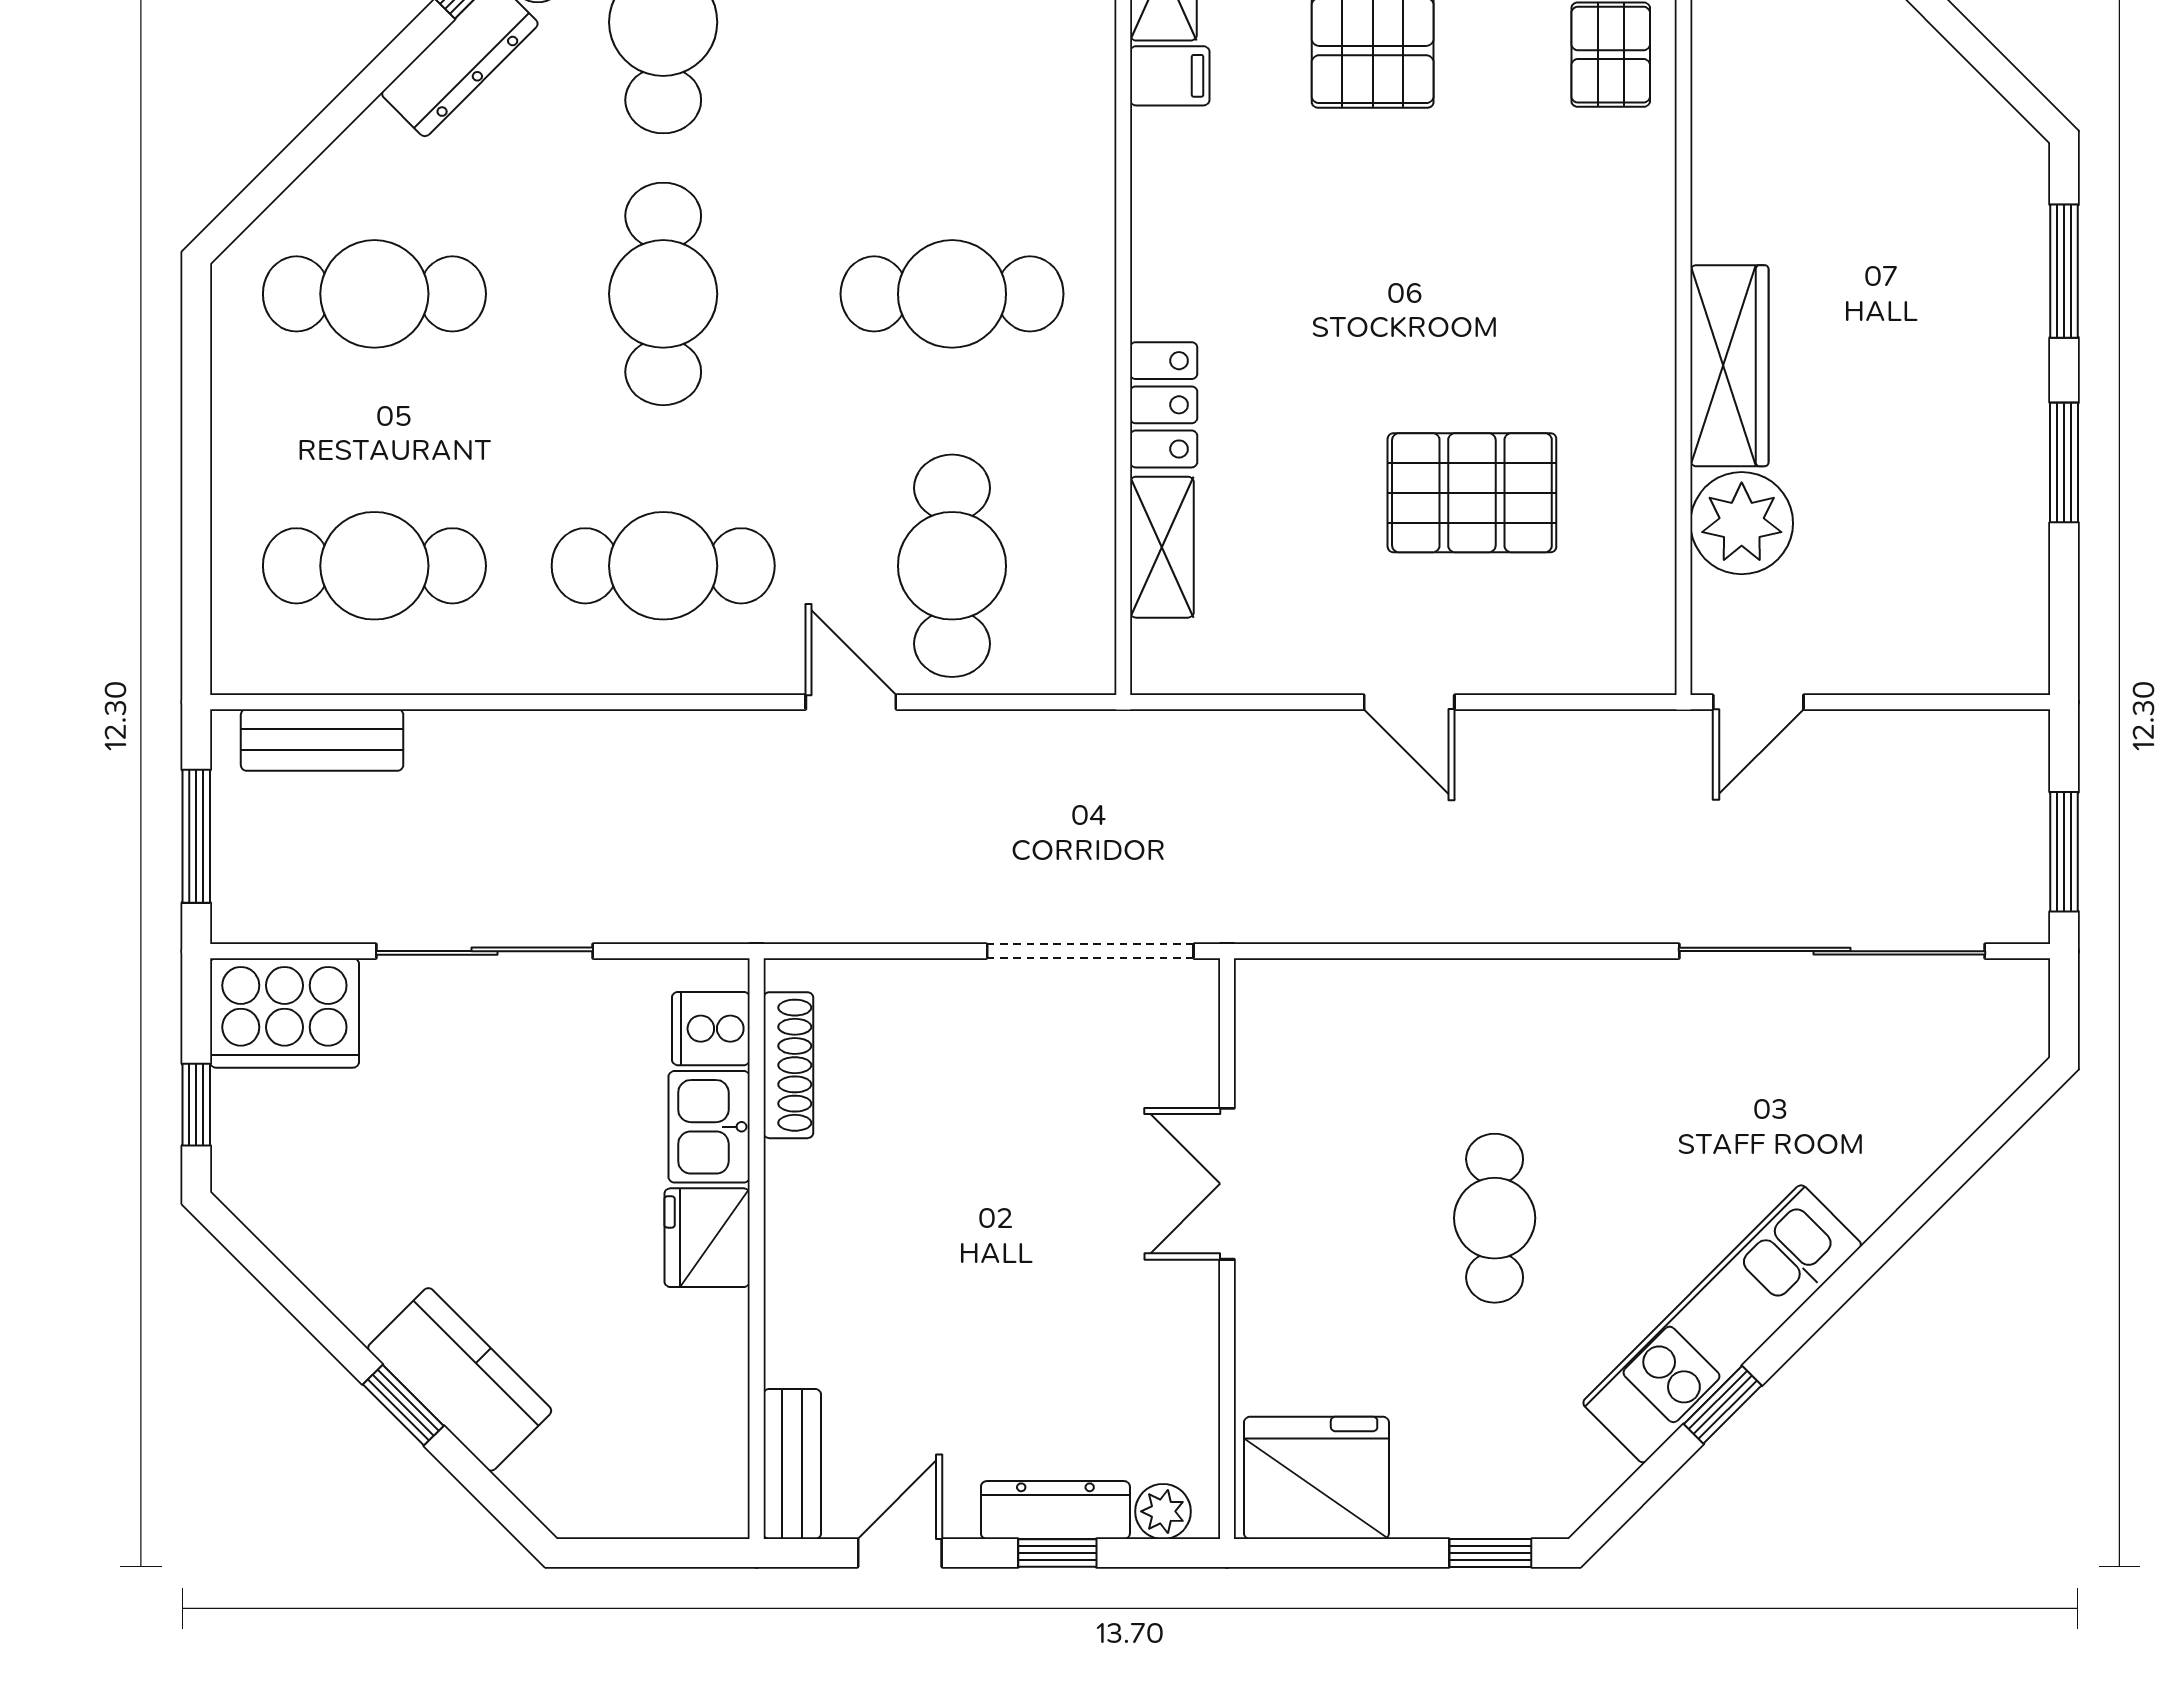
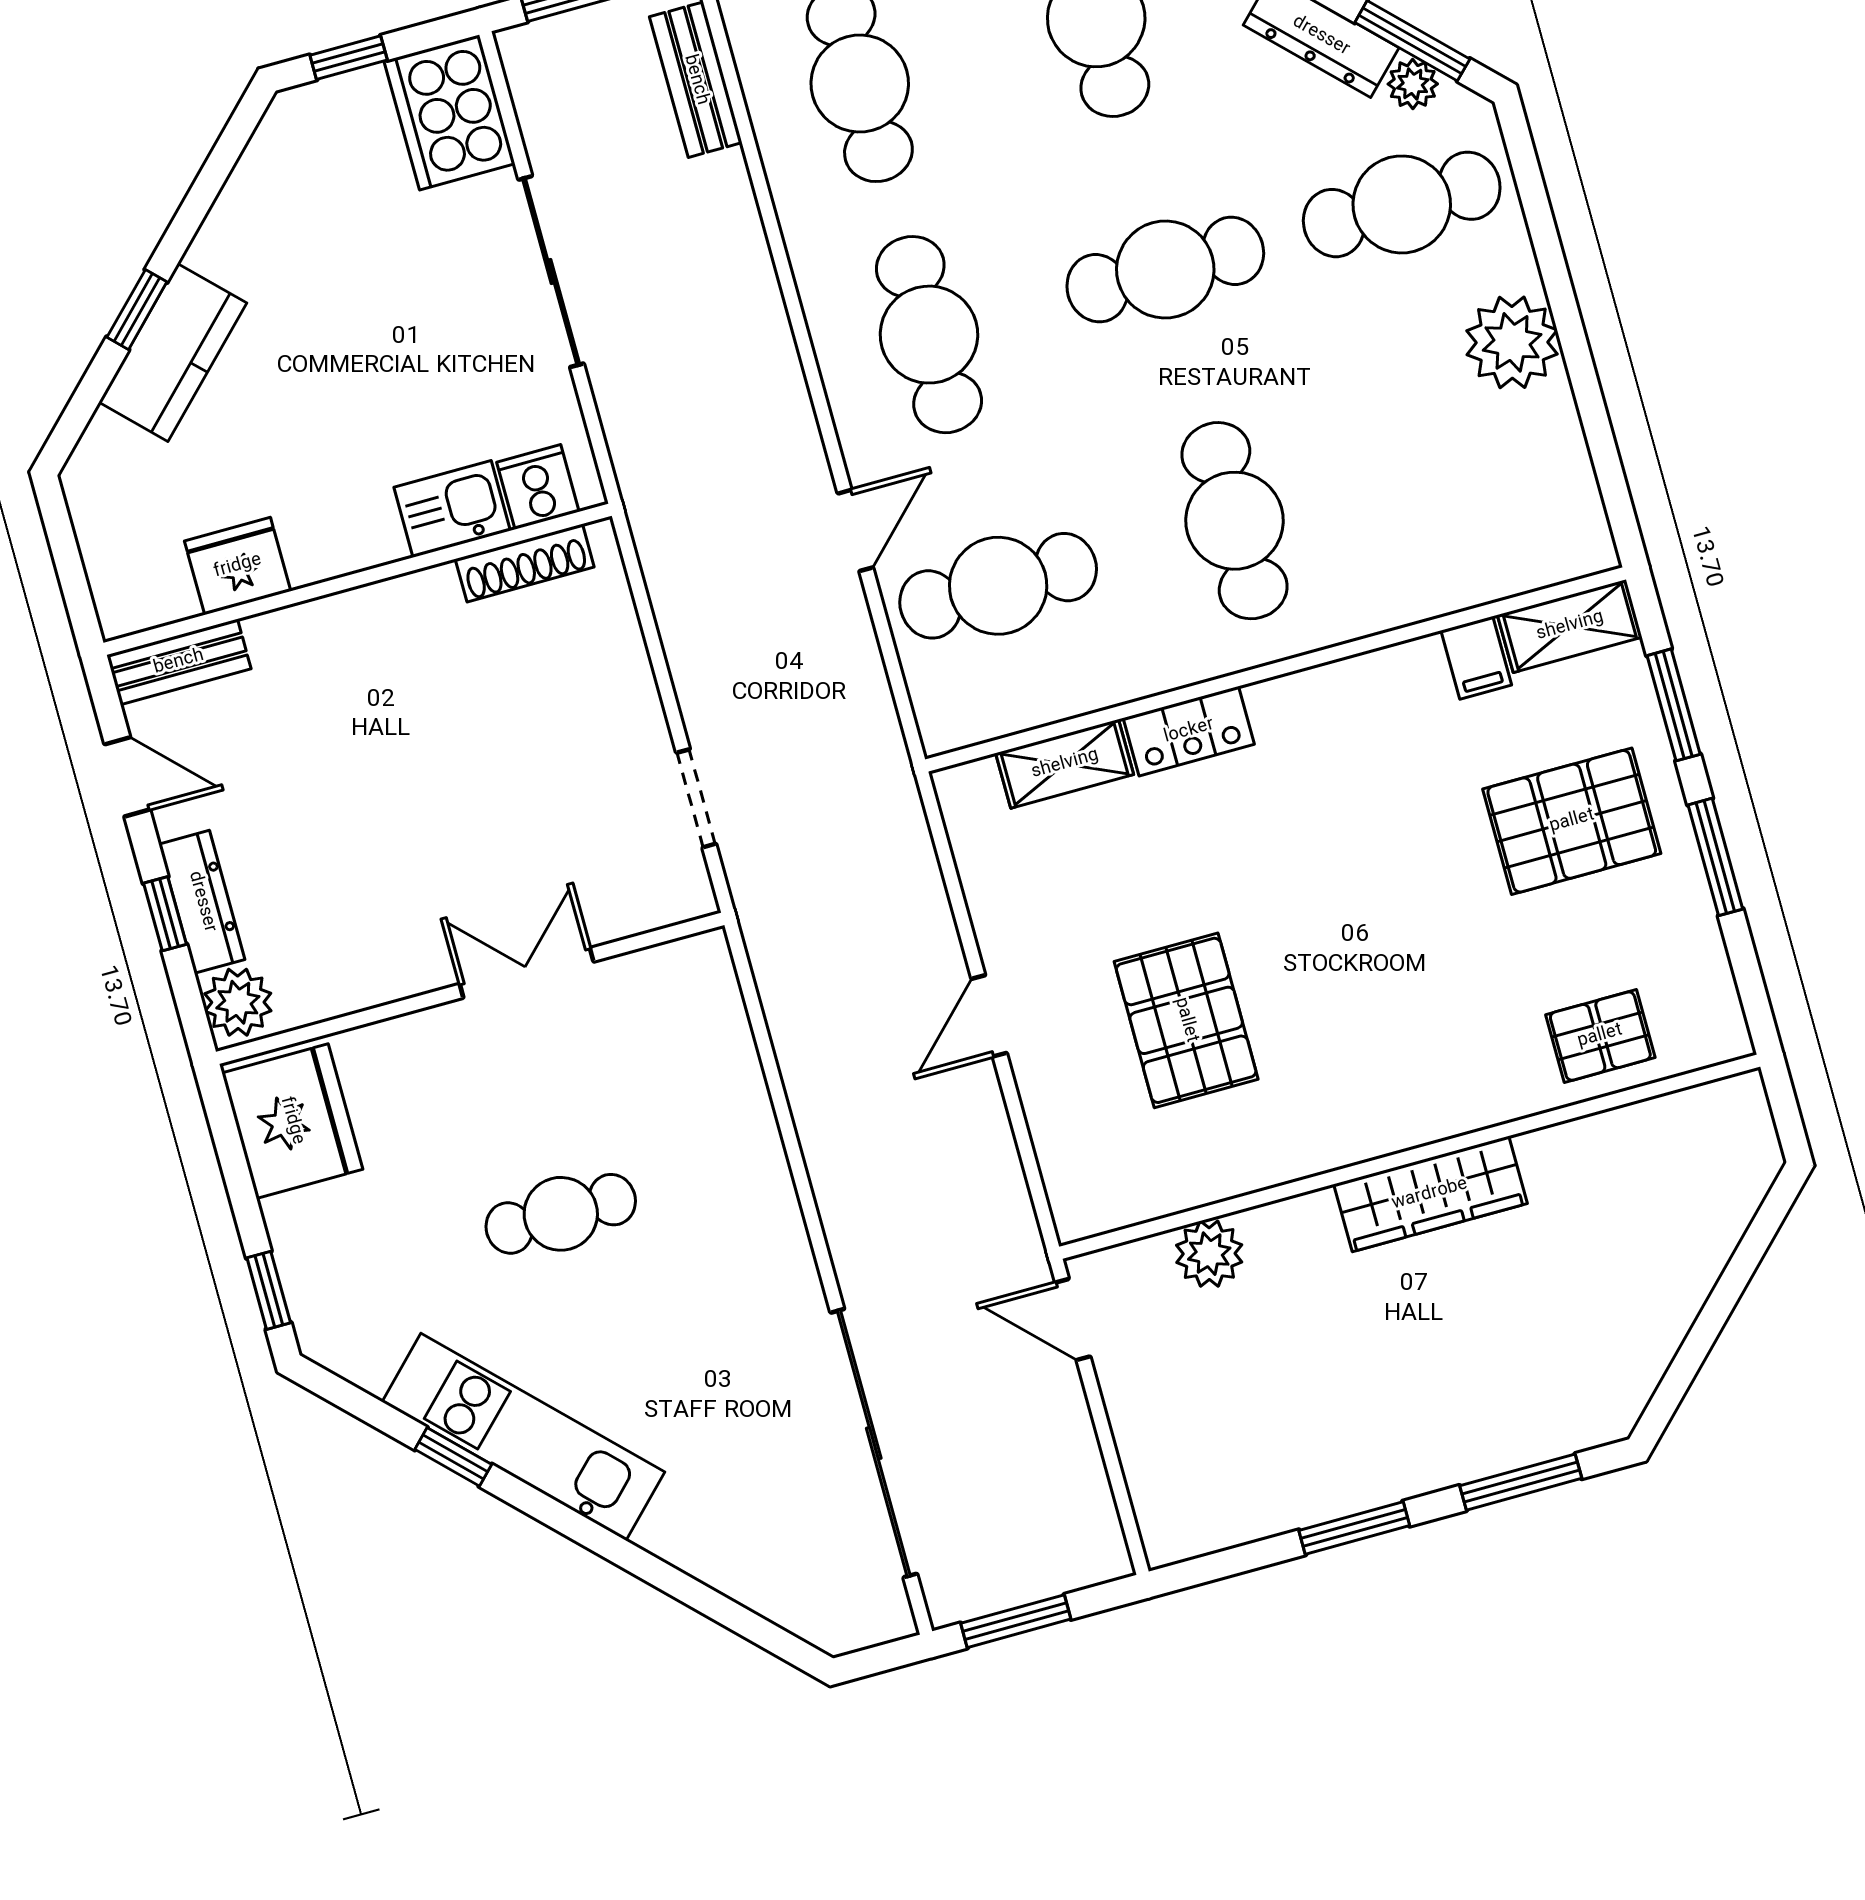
wardrobe: (1729, 366) -> (1430, 1194), moved
plant: (1742, 523) -> (1209, 1254), width x0.73, depth x0.73
doorway: (1090, 951) -> (696, 798), width x0.53
fridge: (707, 1238) -> (238, 566), moved
plant: (1163, 1511) -> (238, 1002), width x1.38, depth x1.38

